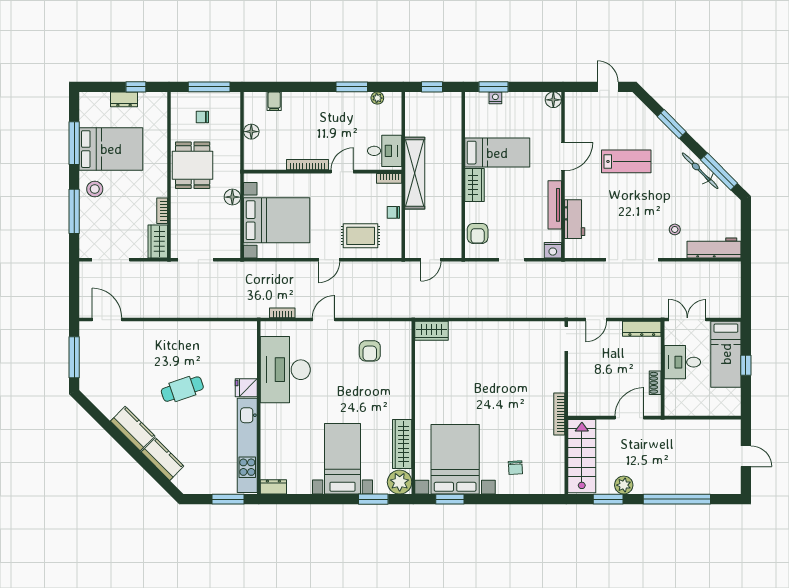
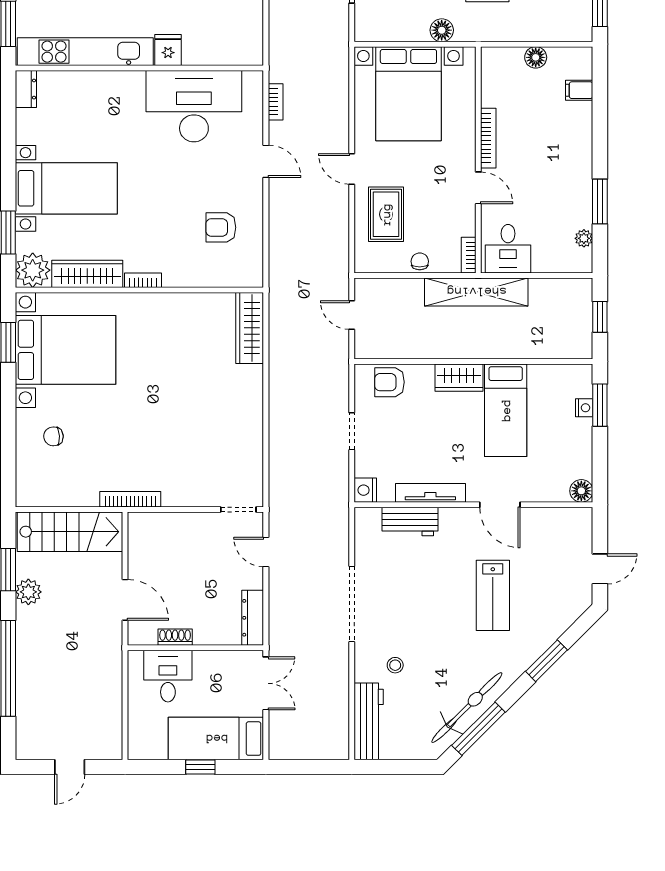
bicycle: (700, 171) -> (467, 708), width x1.37, depth x1.40
wardrobe: (432, 331) -> (250, 328), width x1.50
desk: (682, 362) -> (168, 676), moved
bookcase: (407, 405) -> (143, 280), added

